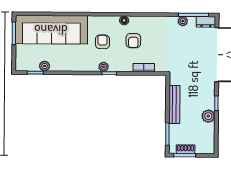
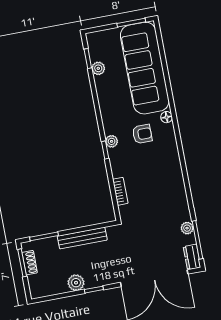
floor lamp: (124, 20) -> (167, 117), moved
armchair: (133, 41) -> (151, 172), removed

